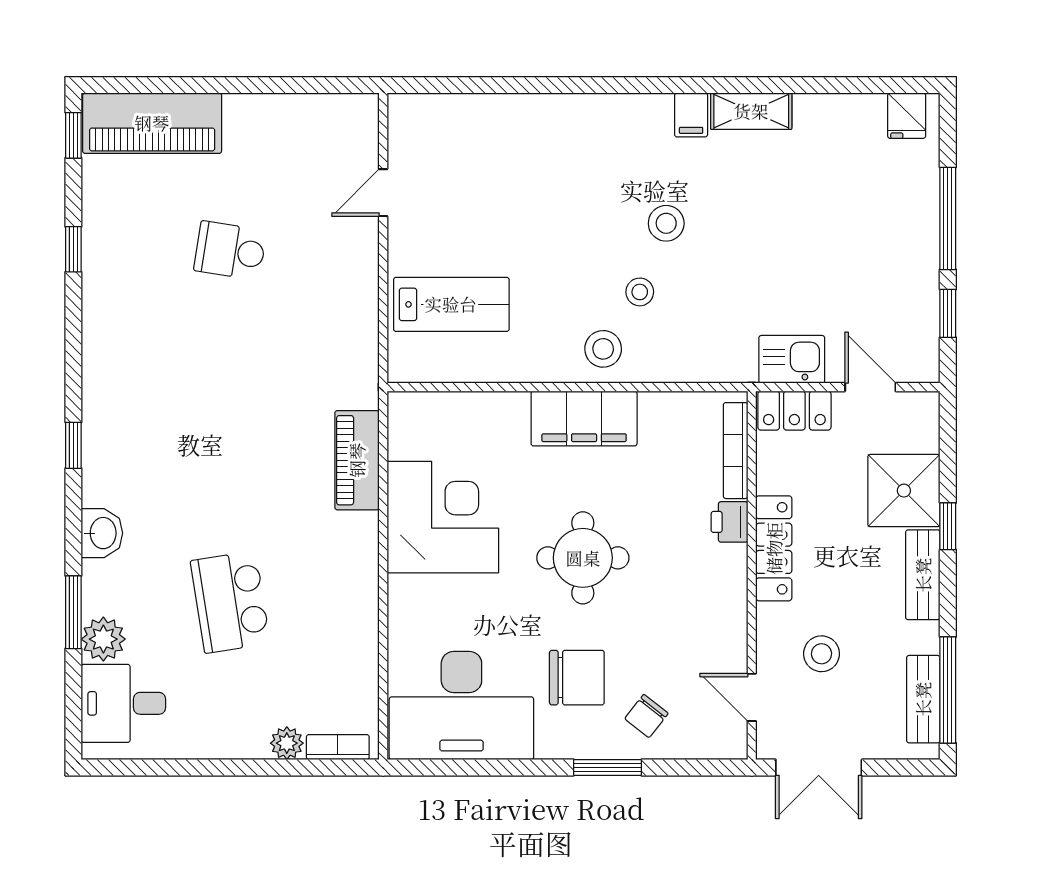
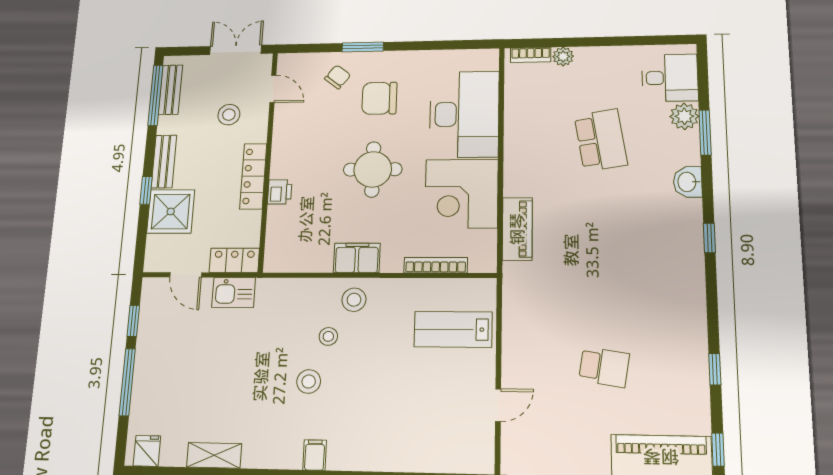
shelving: (751, 111) -> (214, 455), moved
filing cabinet: (691, 115) -> (315, 455), moved
filing cabinet: (584, 418) -> (357, 258), width x0.67, depth x0.86
bookcase: (736, 451) -> (436, 265), moved, turned -90
desk: (461, 706) -> (464, 114), moved, turned 90

